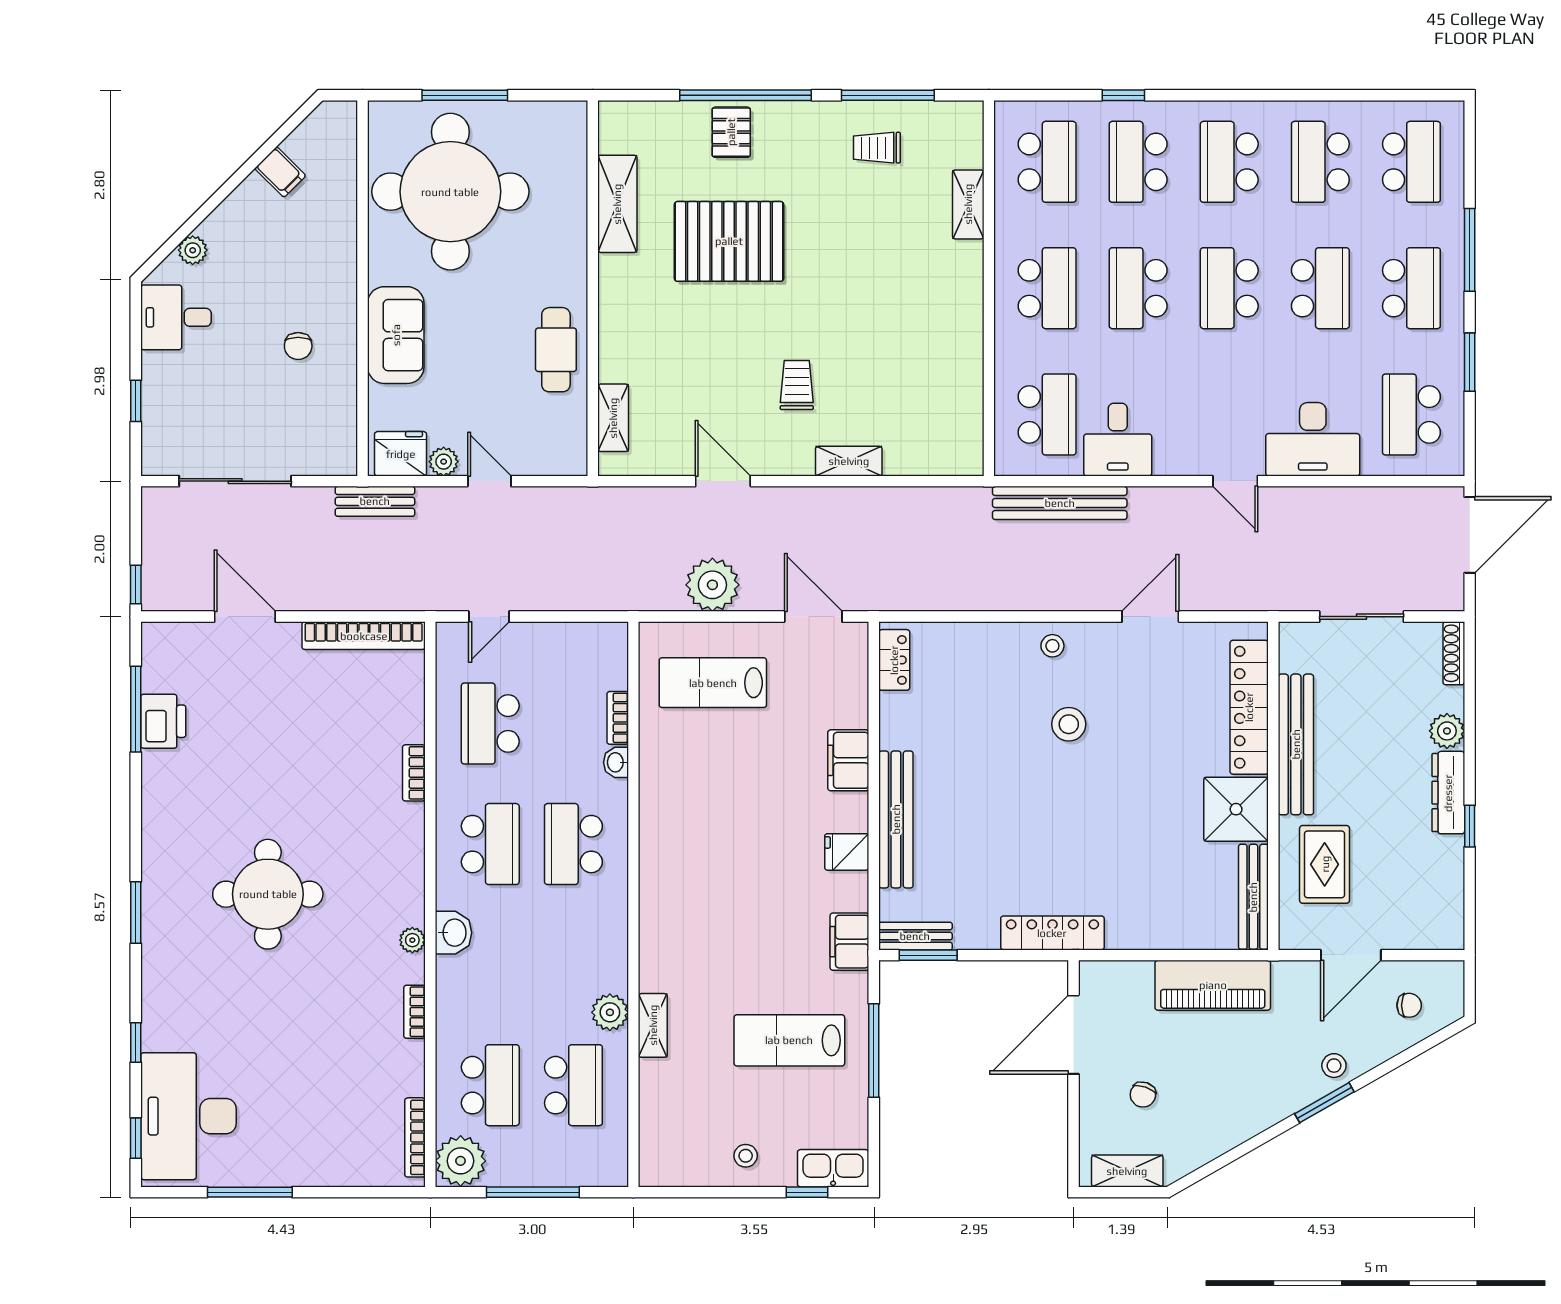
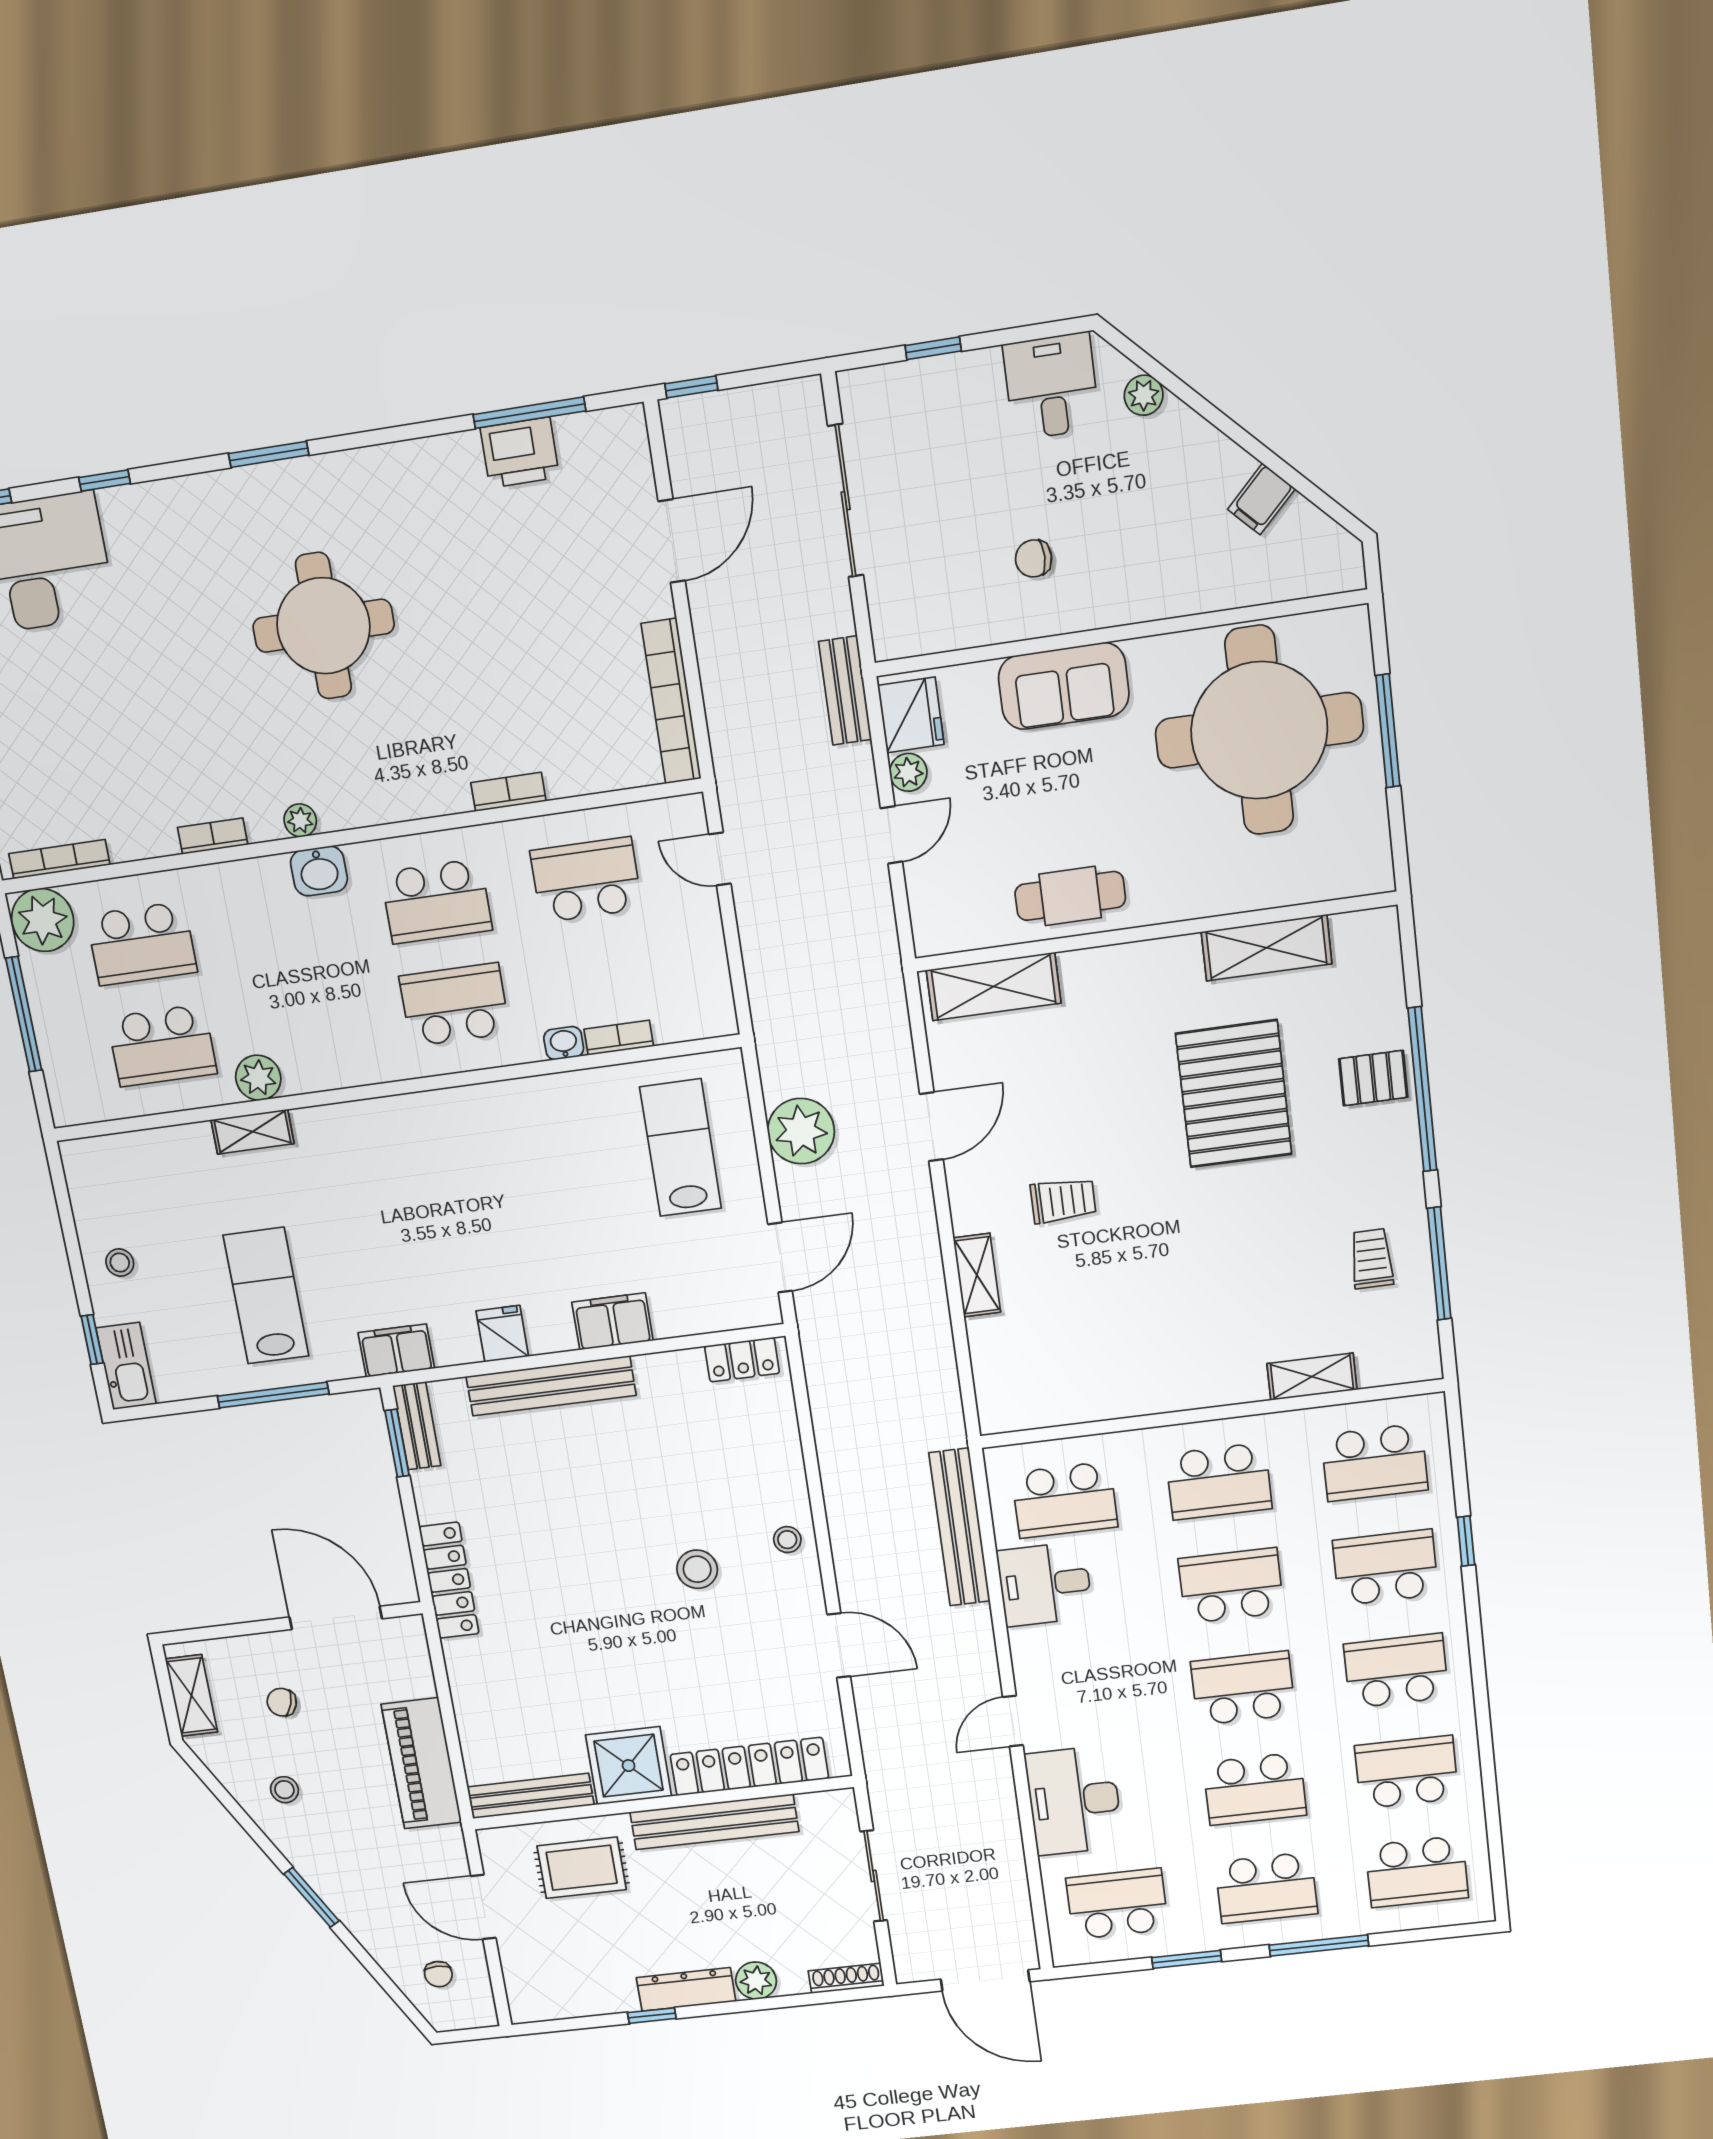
shelving: (613, 418) -> (994, 986), width x1.50, depth x1.33
stool: (1334, 1066) -> (284, 1790), moved

